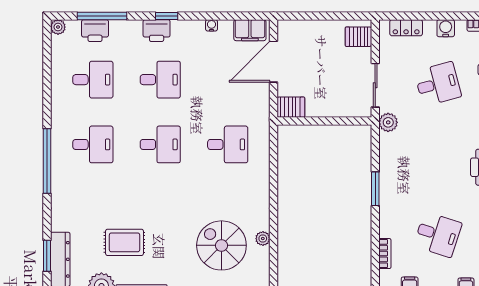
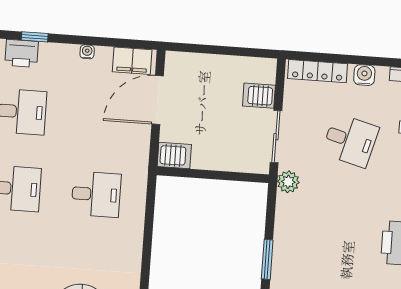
locker: (406, 28) -> (317, 71), width x1.53
server rack: (358, 37) -> (259, 96), moved
desk: (438, 84) -> (350, 140), turned 30

